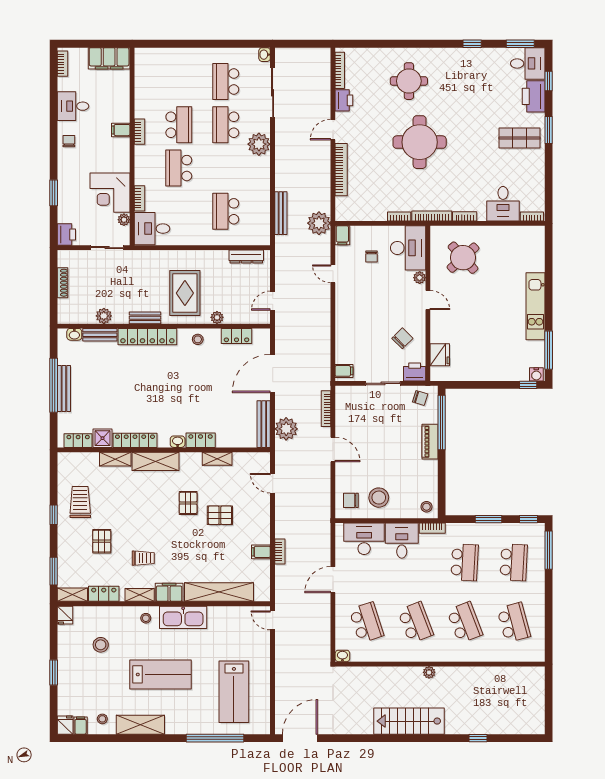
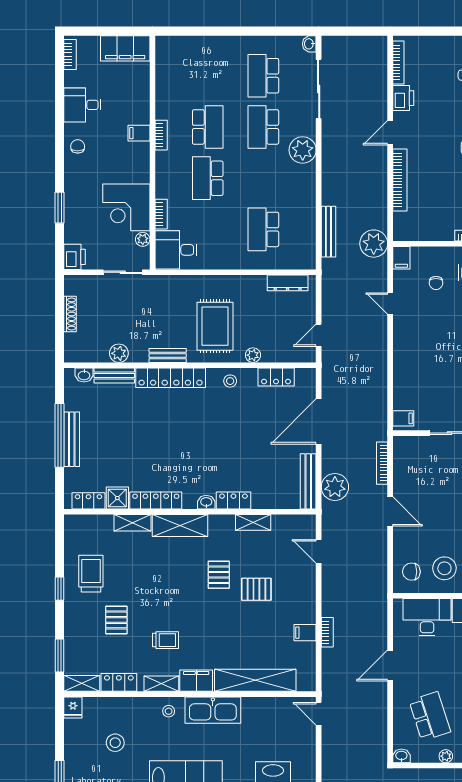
plant: (380, 656) -> (446, 756), added

